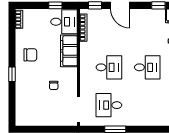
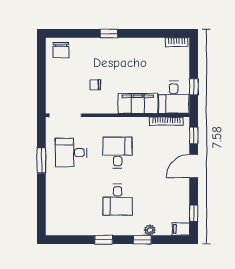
chair: (30, 55) -> (61, 50), moved
desk: (109, 67) -> (118, 153), turned 180
desk: (109, 105) -> (71, 153), turned -90

